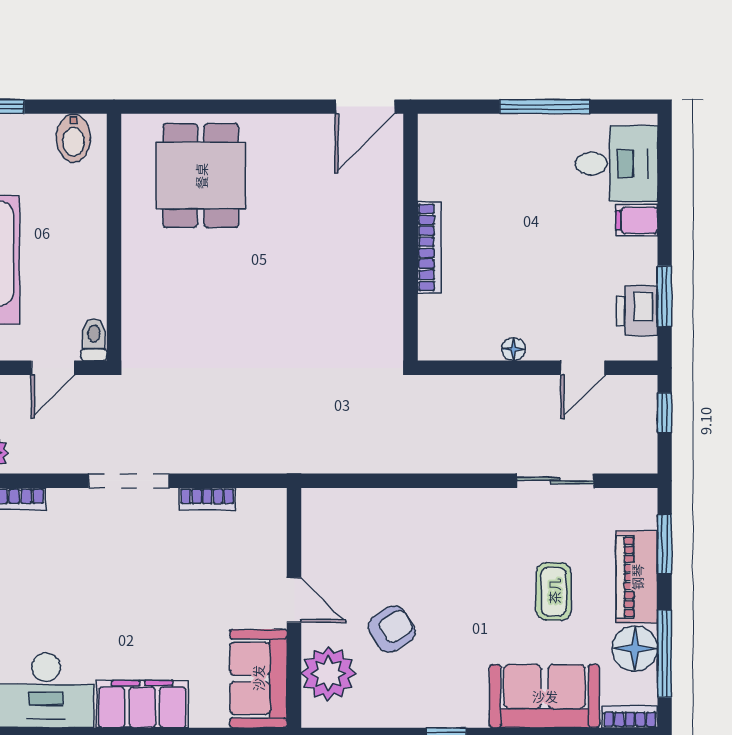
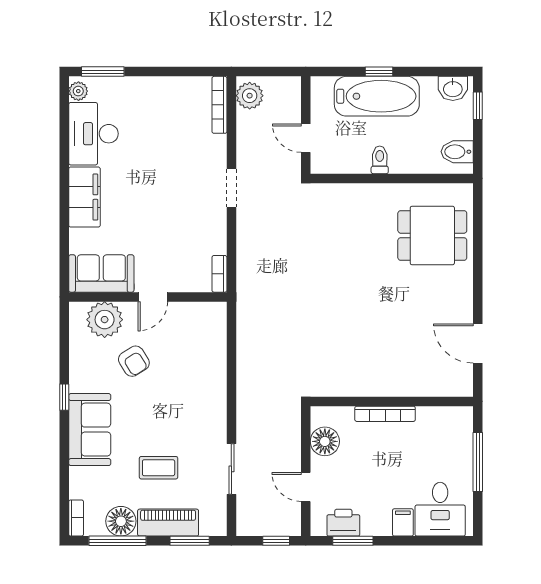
wall: (410, 237) -> (392, 401), moved
bookcase: (429, 247) -> (385, 414), moved
toilet: (94, 340) -> (380, 160), moved, turned -90
floor lamp: (514, 349) -> (325, 441), width x1.89, depth x1.89
doorway: (129, 481) -> (231, 188), width x0.73
bookcase: (207, 499) -> (219, 274), moved
sofa: (545, 696) -> (90, 430), moved

